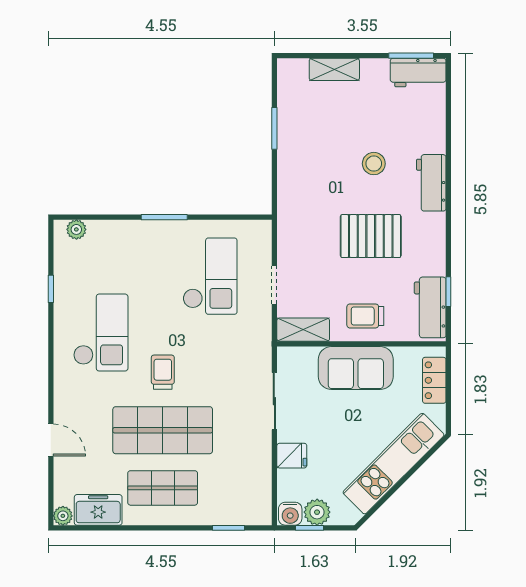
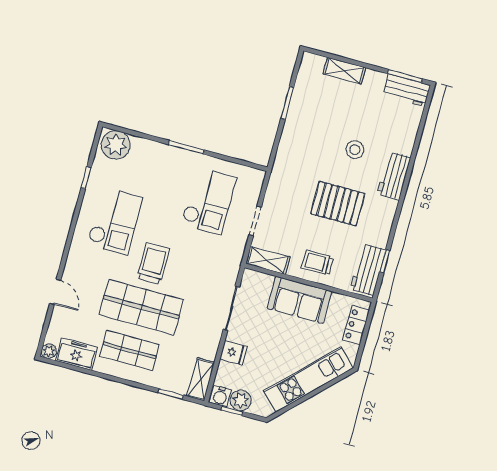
plant: (76, 229) -> (116, 145), width x1.87, depth x1.87
trolley: (163, 372) -> (153, 263), width x1.36, depth x1.39
shelving: (260, 500) -> (201, 379), added

